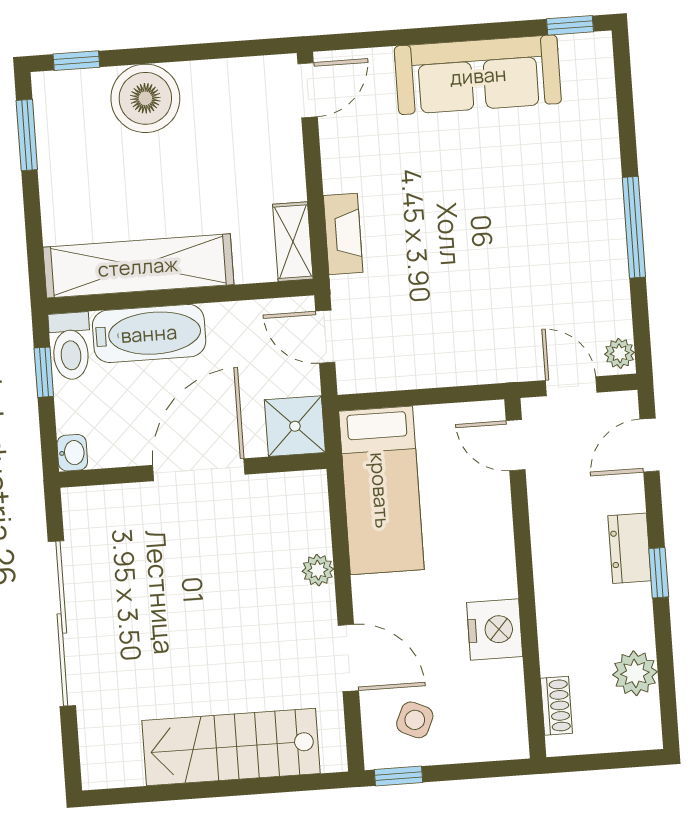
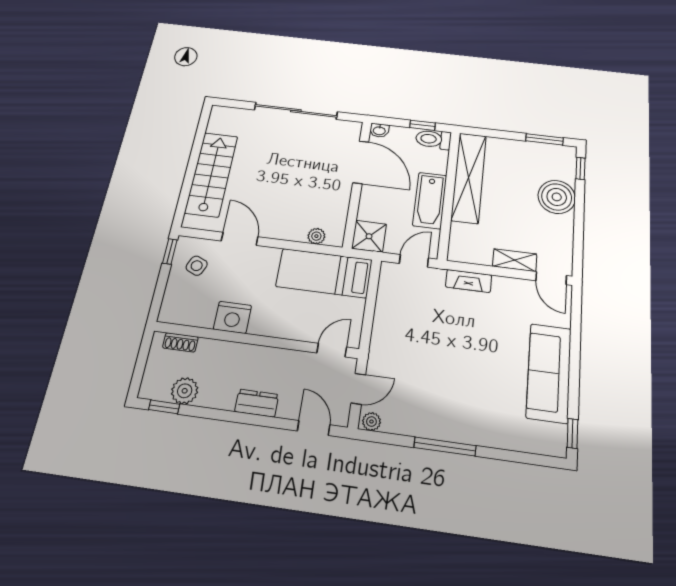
shelving: (293, 242) -> (515, 260), moved
bathtub: (149, 333) -> (430, 200), moved
door: (199, 470) -> (361, 162), moved
plant: (318, 570) -> (316, 236), moved
window: (659, 573) -> (164, 407), moved
door: (348, 658) -> (240, 239), swing flipped

